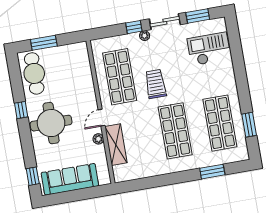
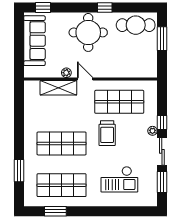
checkout: (209, 49) -> (119, 179), moved, turned 90
trolley: (156, 84) -> (107, 133), turned 90

